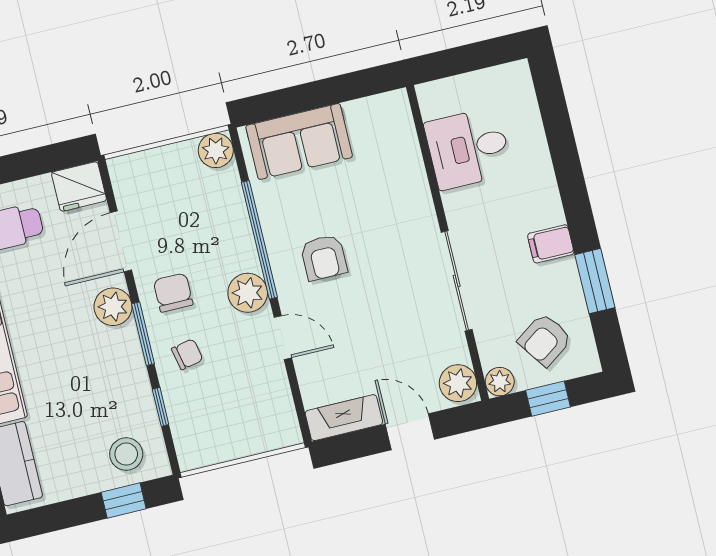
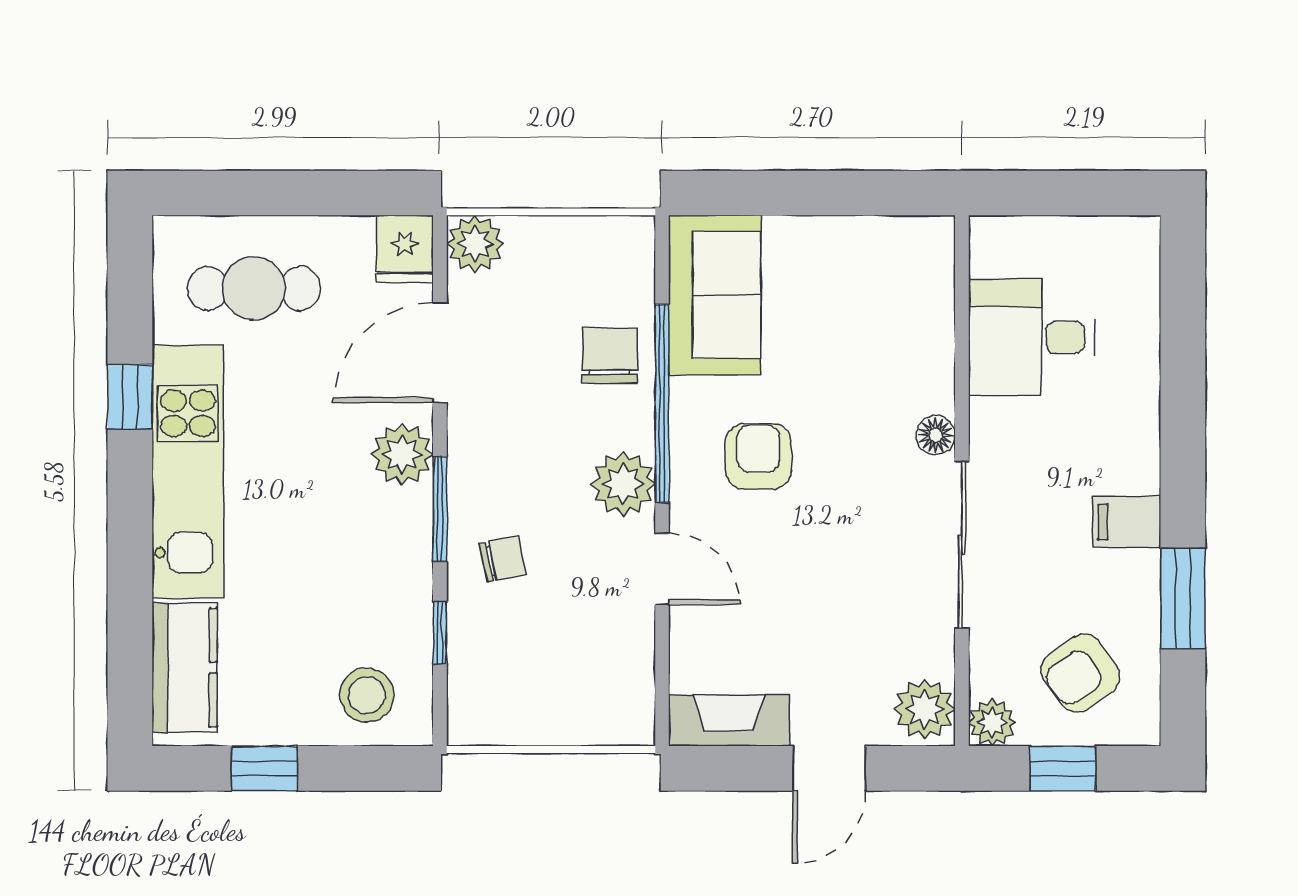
sofa: (299, 141) -> (715, 295), moved, turned -90
plant: (216, 150) -> (475, 244), moved
fridge: (79, 187) -> (405, 249), width x0.72
floor lamp: (426, 220) -> (936, 435), added
armchair: (324, 258) -> (758, 457), turned 180
chair: (173, 293) -> (610, 356), moved
door: (410, 432) -> (829, 768), swing flipped
window: (124, 501) -> (264, 768), moved

